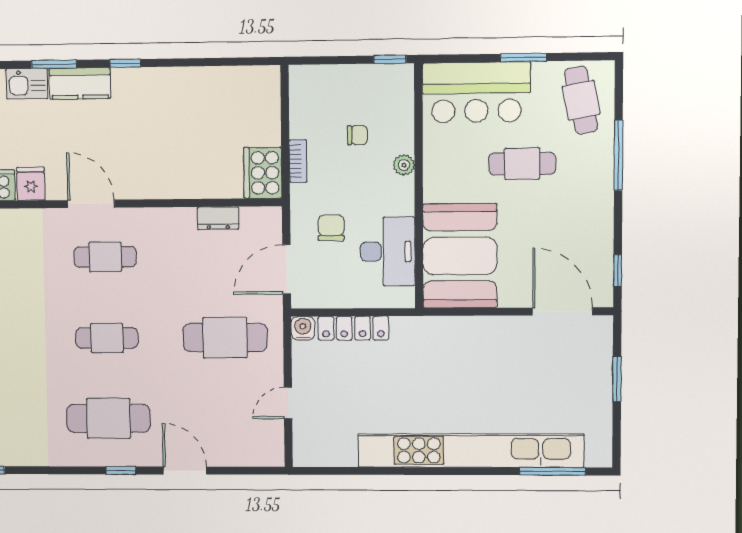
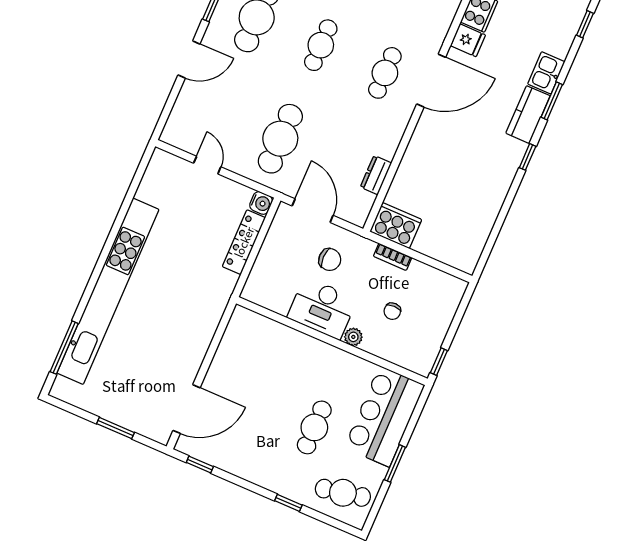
window: (618, 155) -> (288, 503), width x0.46
door: (91, 204) -> (431, 81), width x1.36
desk: (388, 252) -> (322, 308), moved
booth: (460, 256) -> (264, 349), removed

